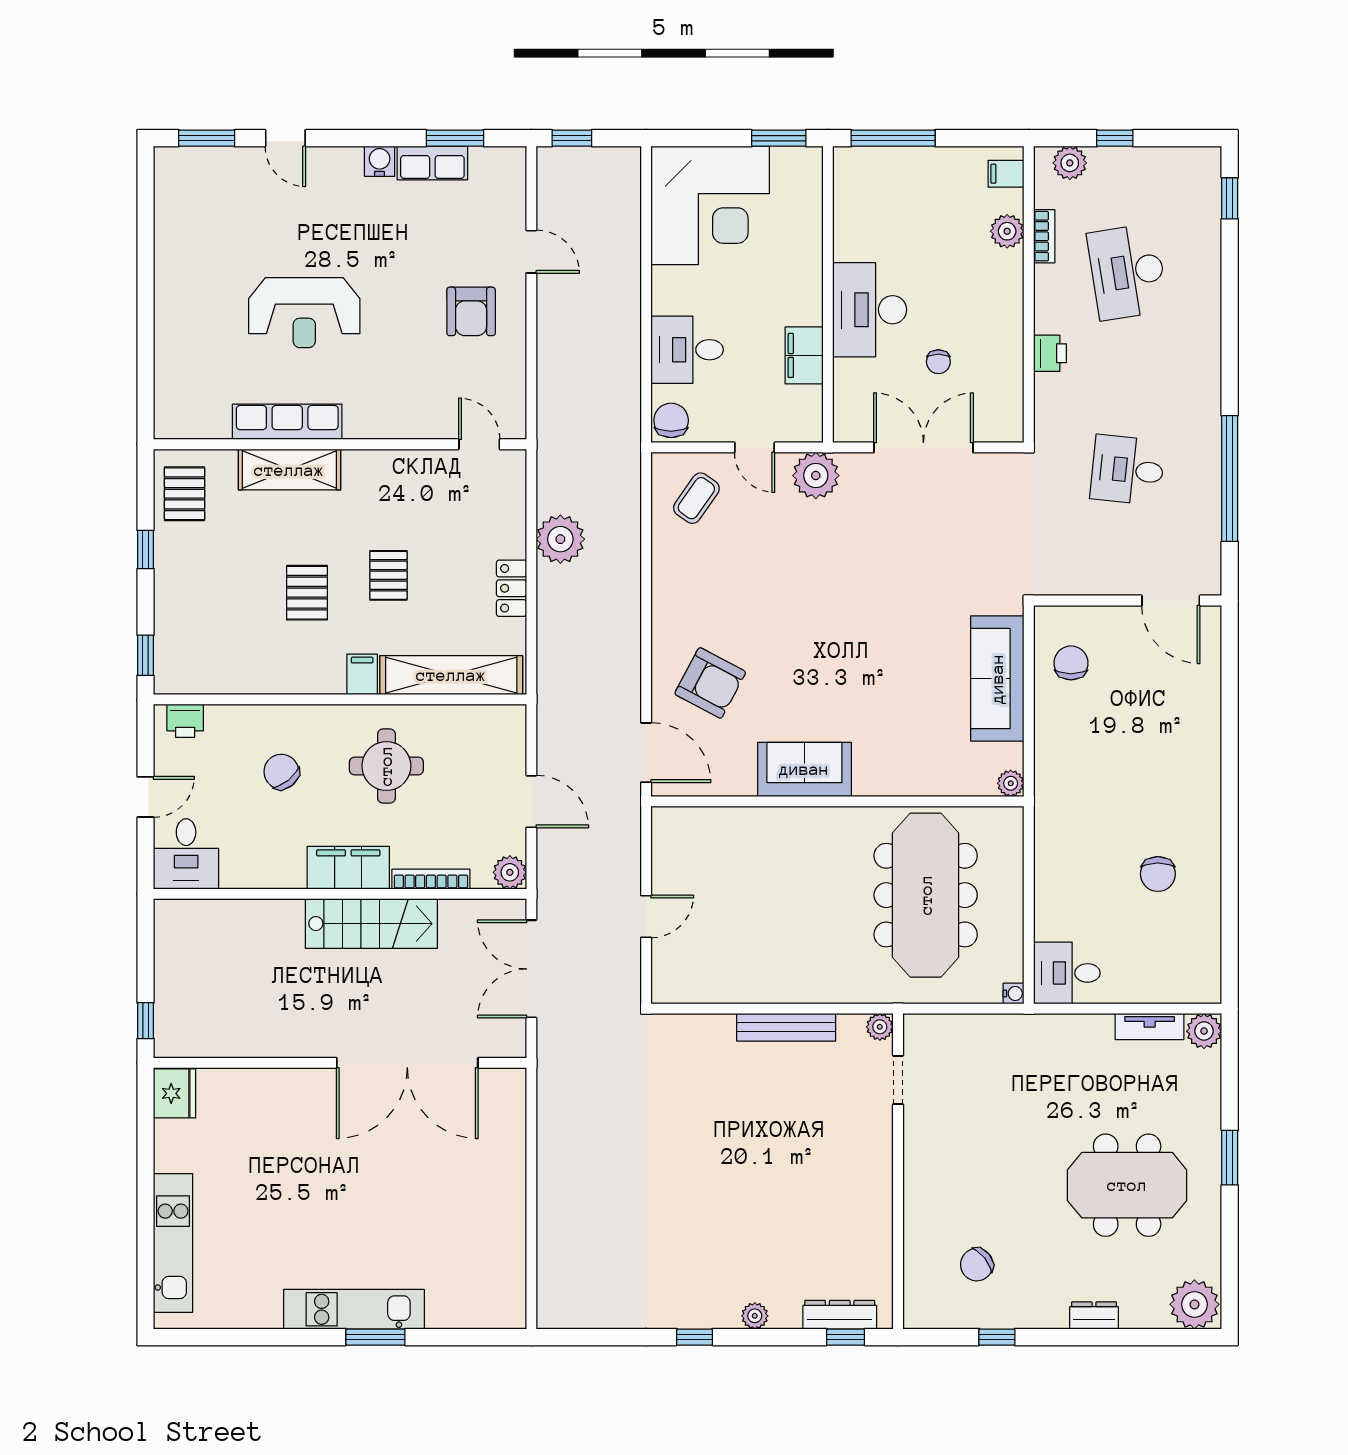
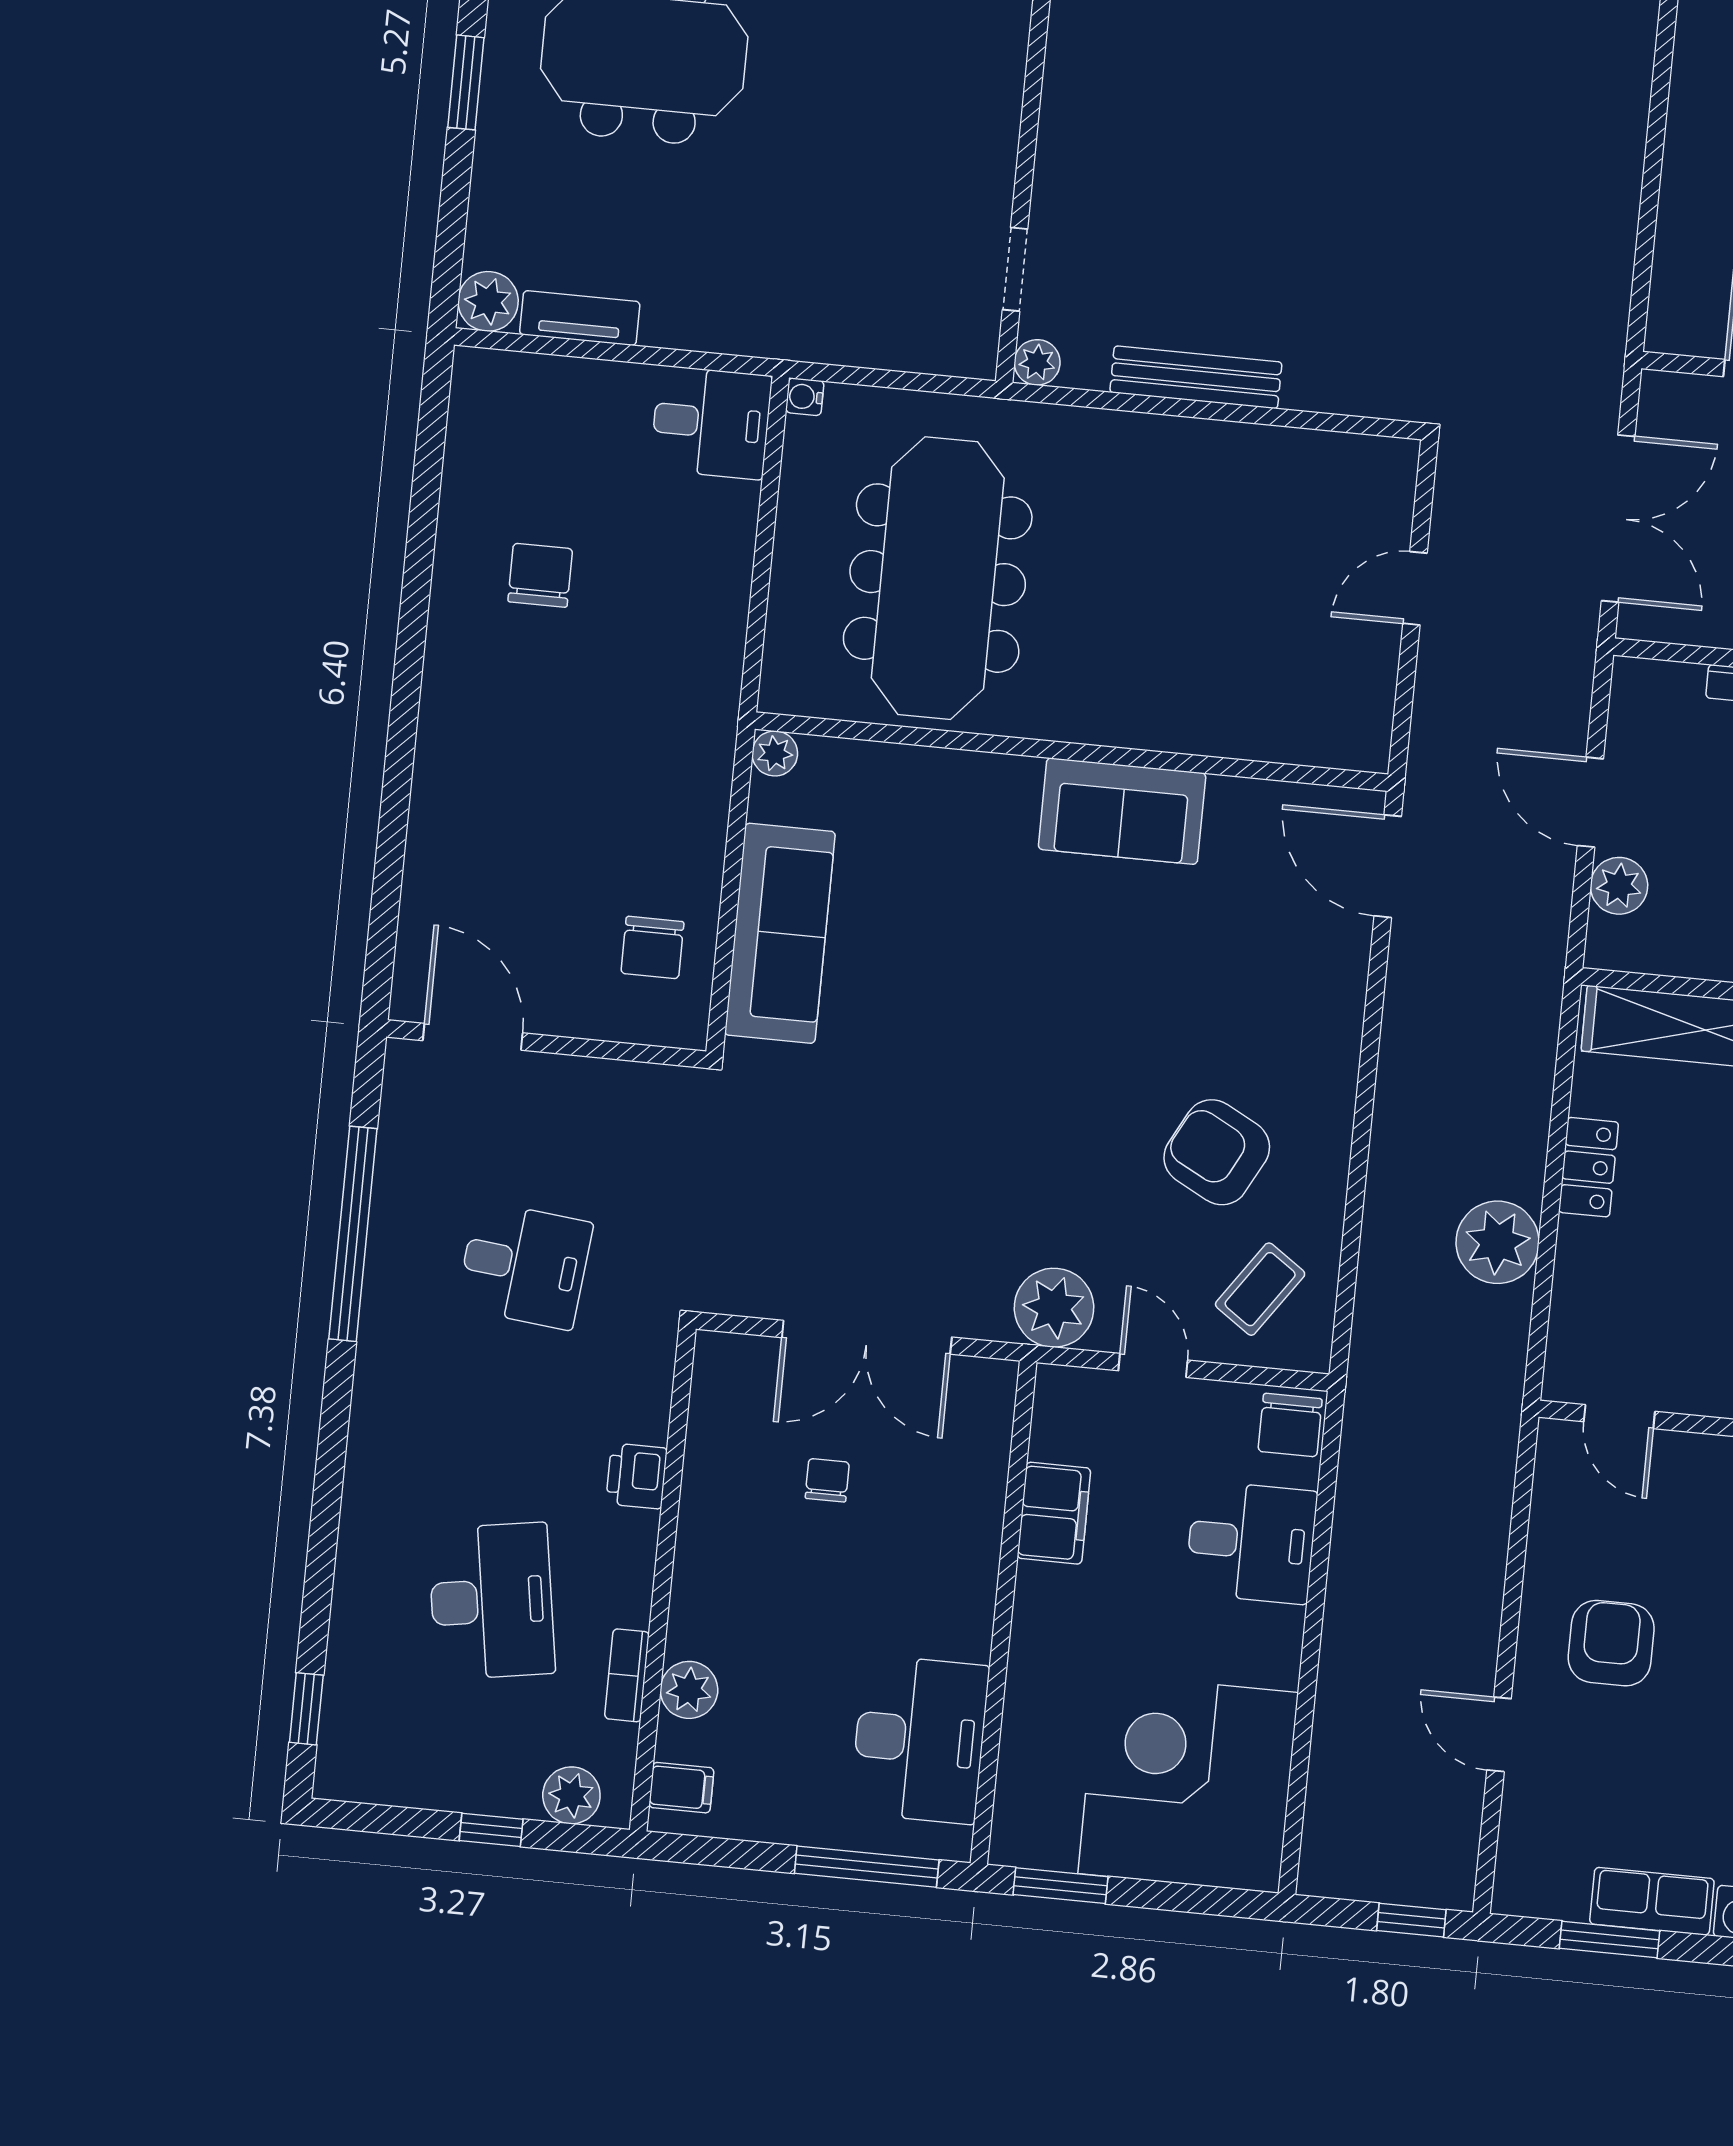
desk: (870, 310) -> (919, 1739), moved
armchair: (710, 683) -> (1217, 1152), moved
plant: (510, 872) -> (1619, 886), moved

